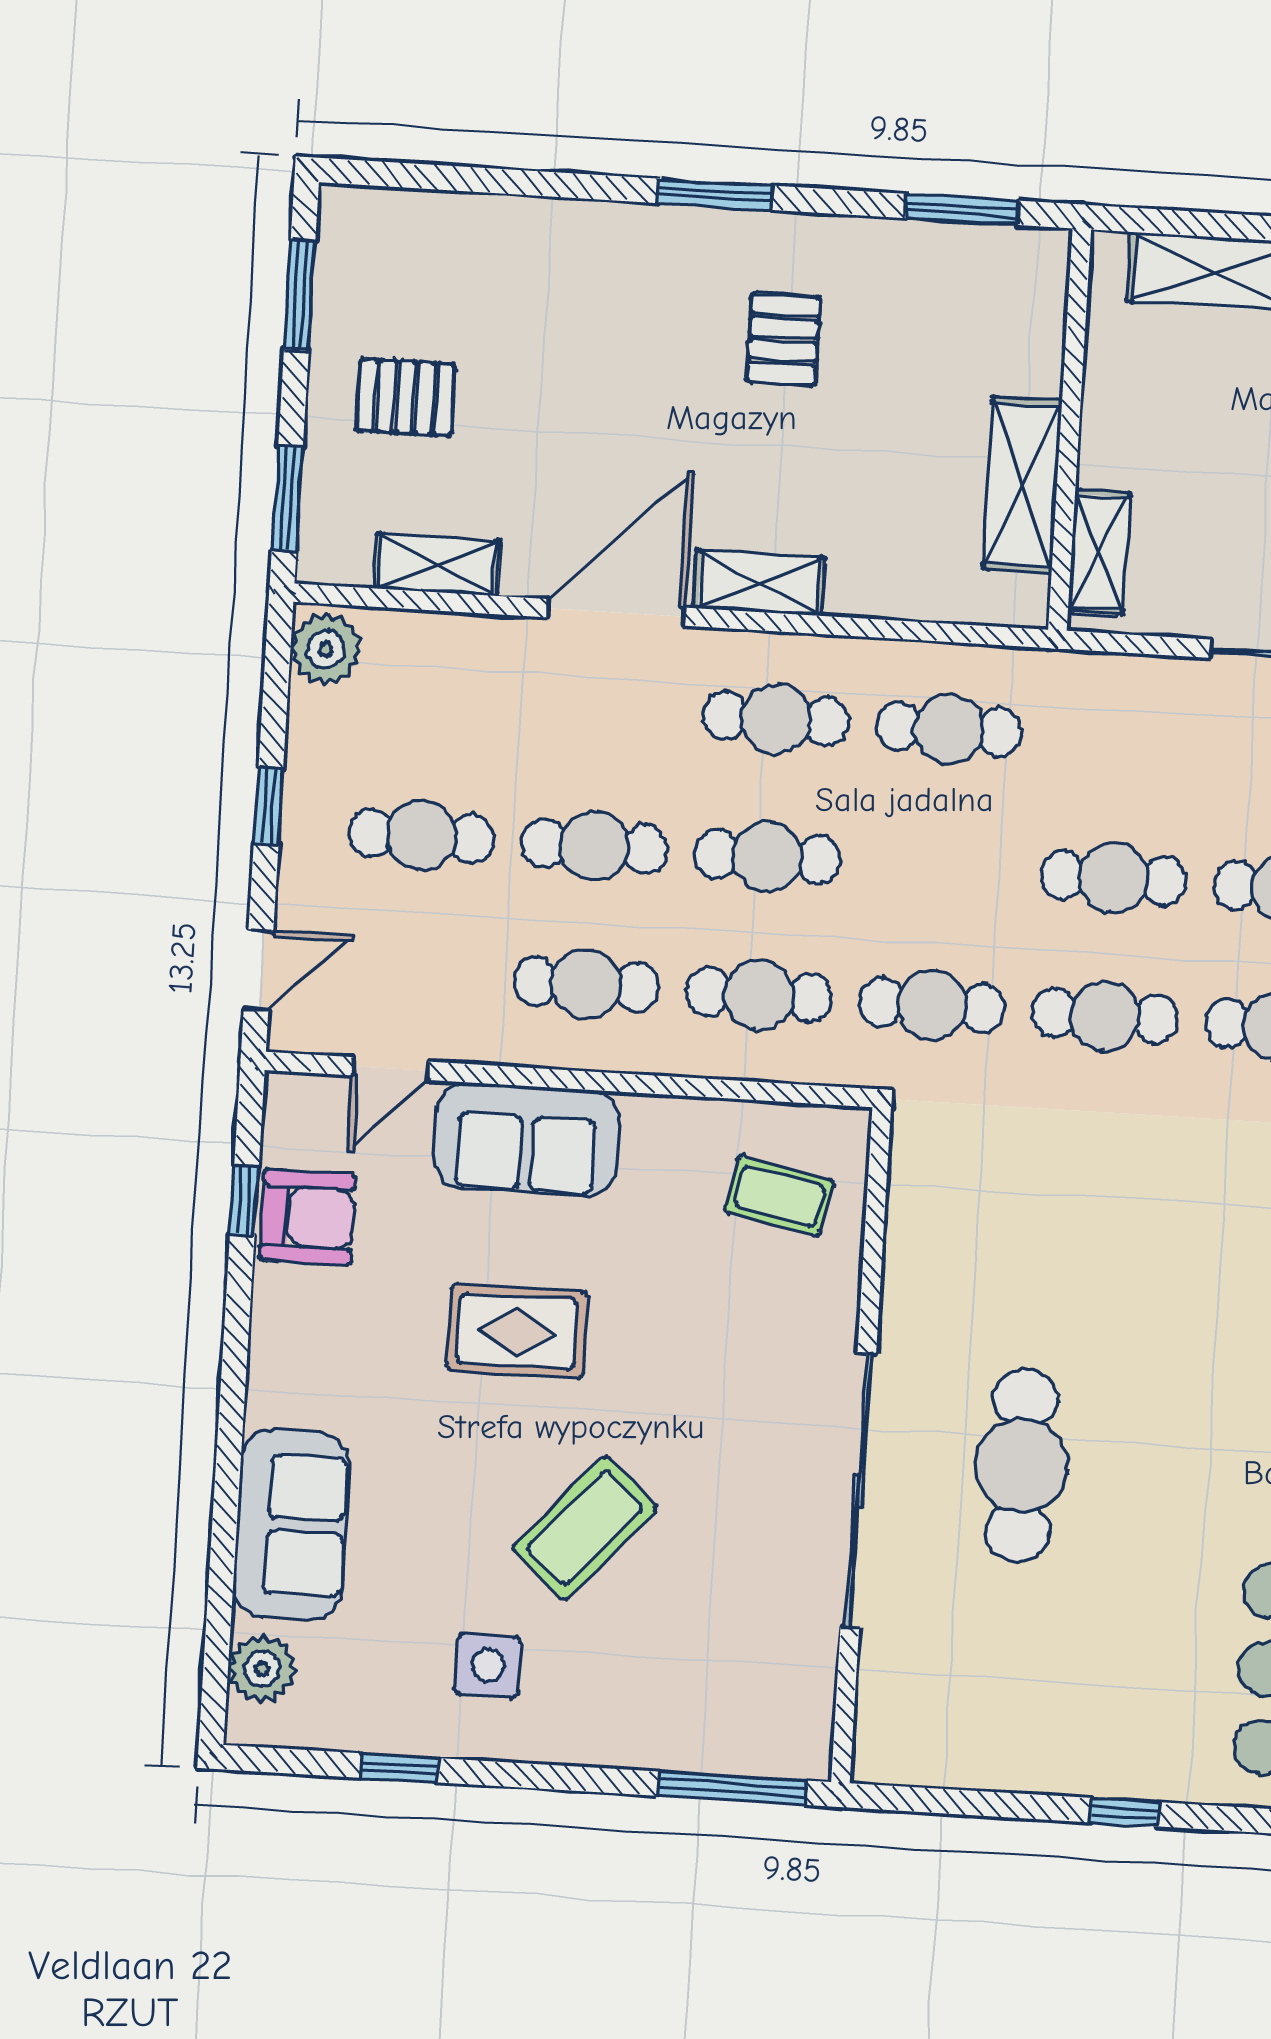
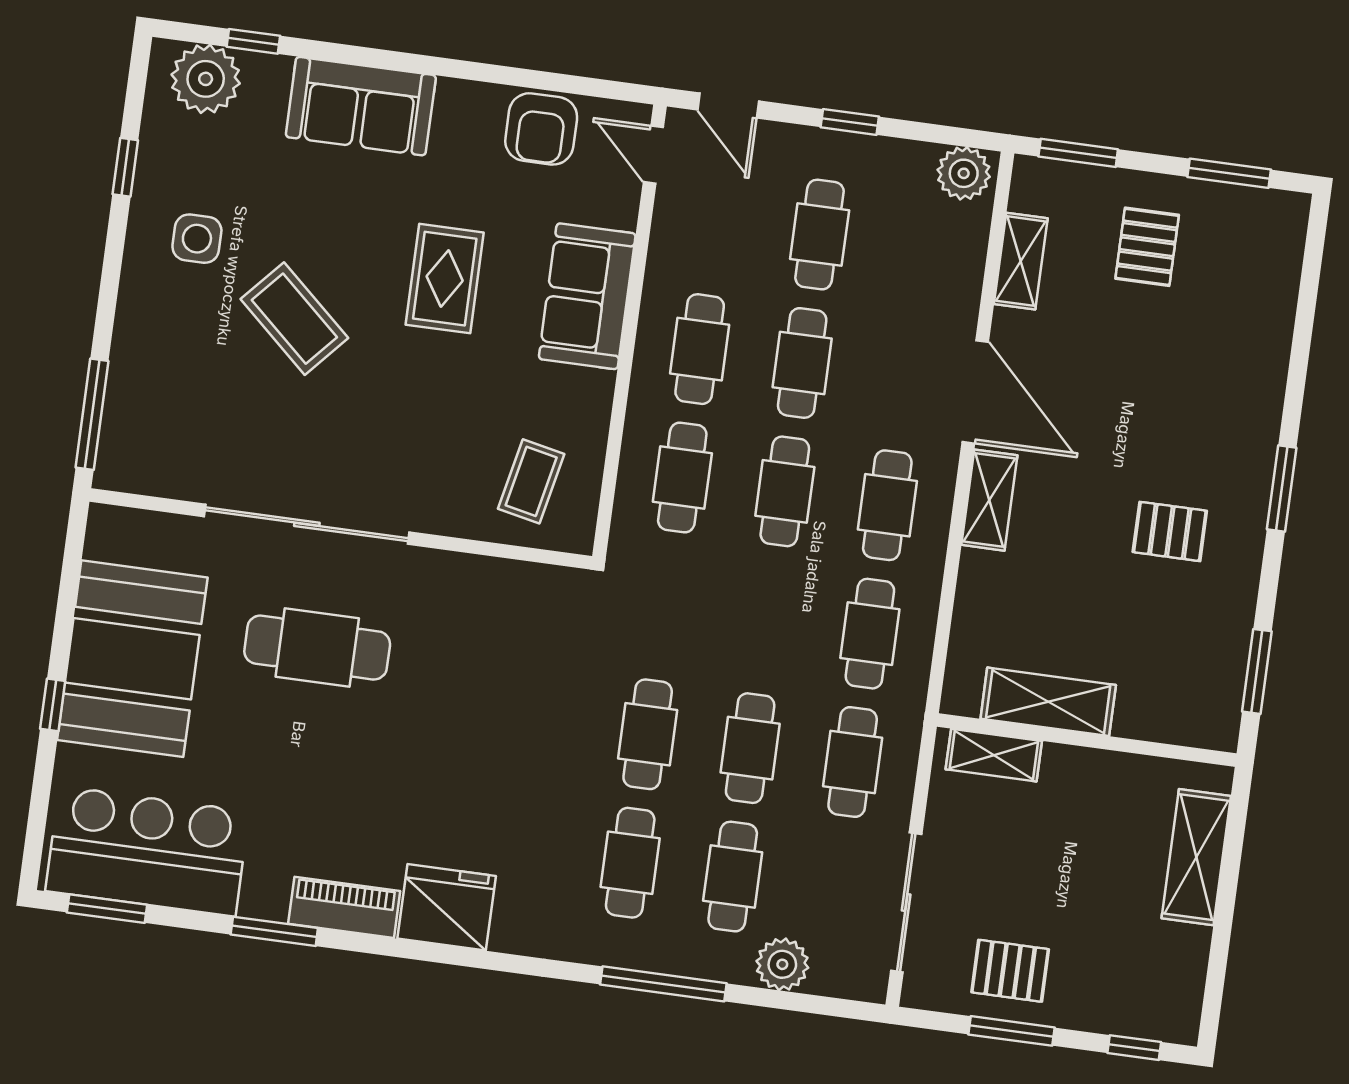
cafe table: (932, 1005) -> (853, 762), moved
door: (390, 1069) -> (653, 155), moved
window: (244, 1200) -> (253, 41), moved
sofa: (291, 1525) -> (361, 106), moved
plant: (262, 1669) -> (206, 79), width x1.36, depth x1.36
booth: (1055, 1711) -> (132, 659), added

